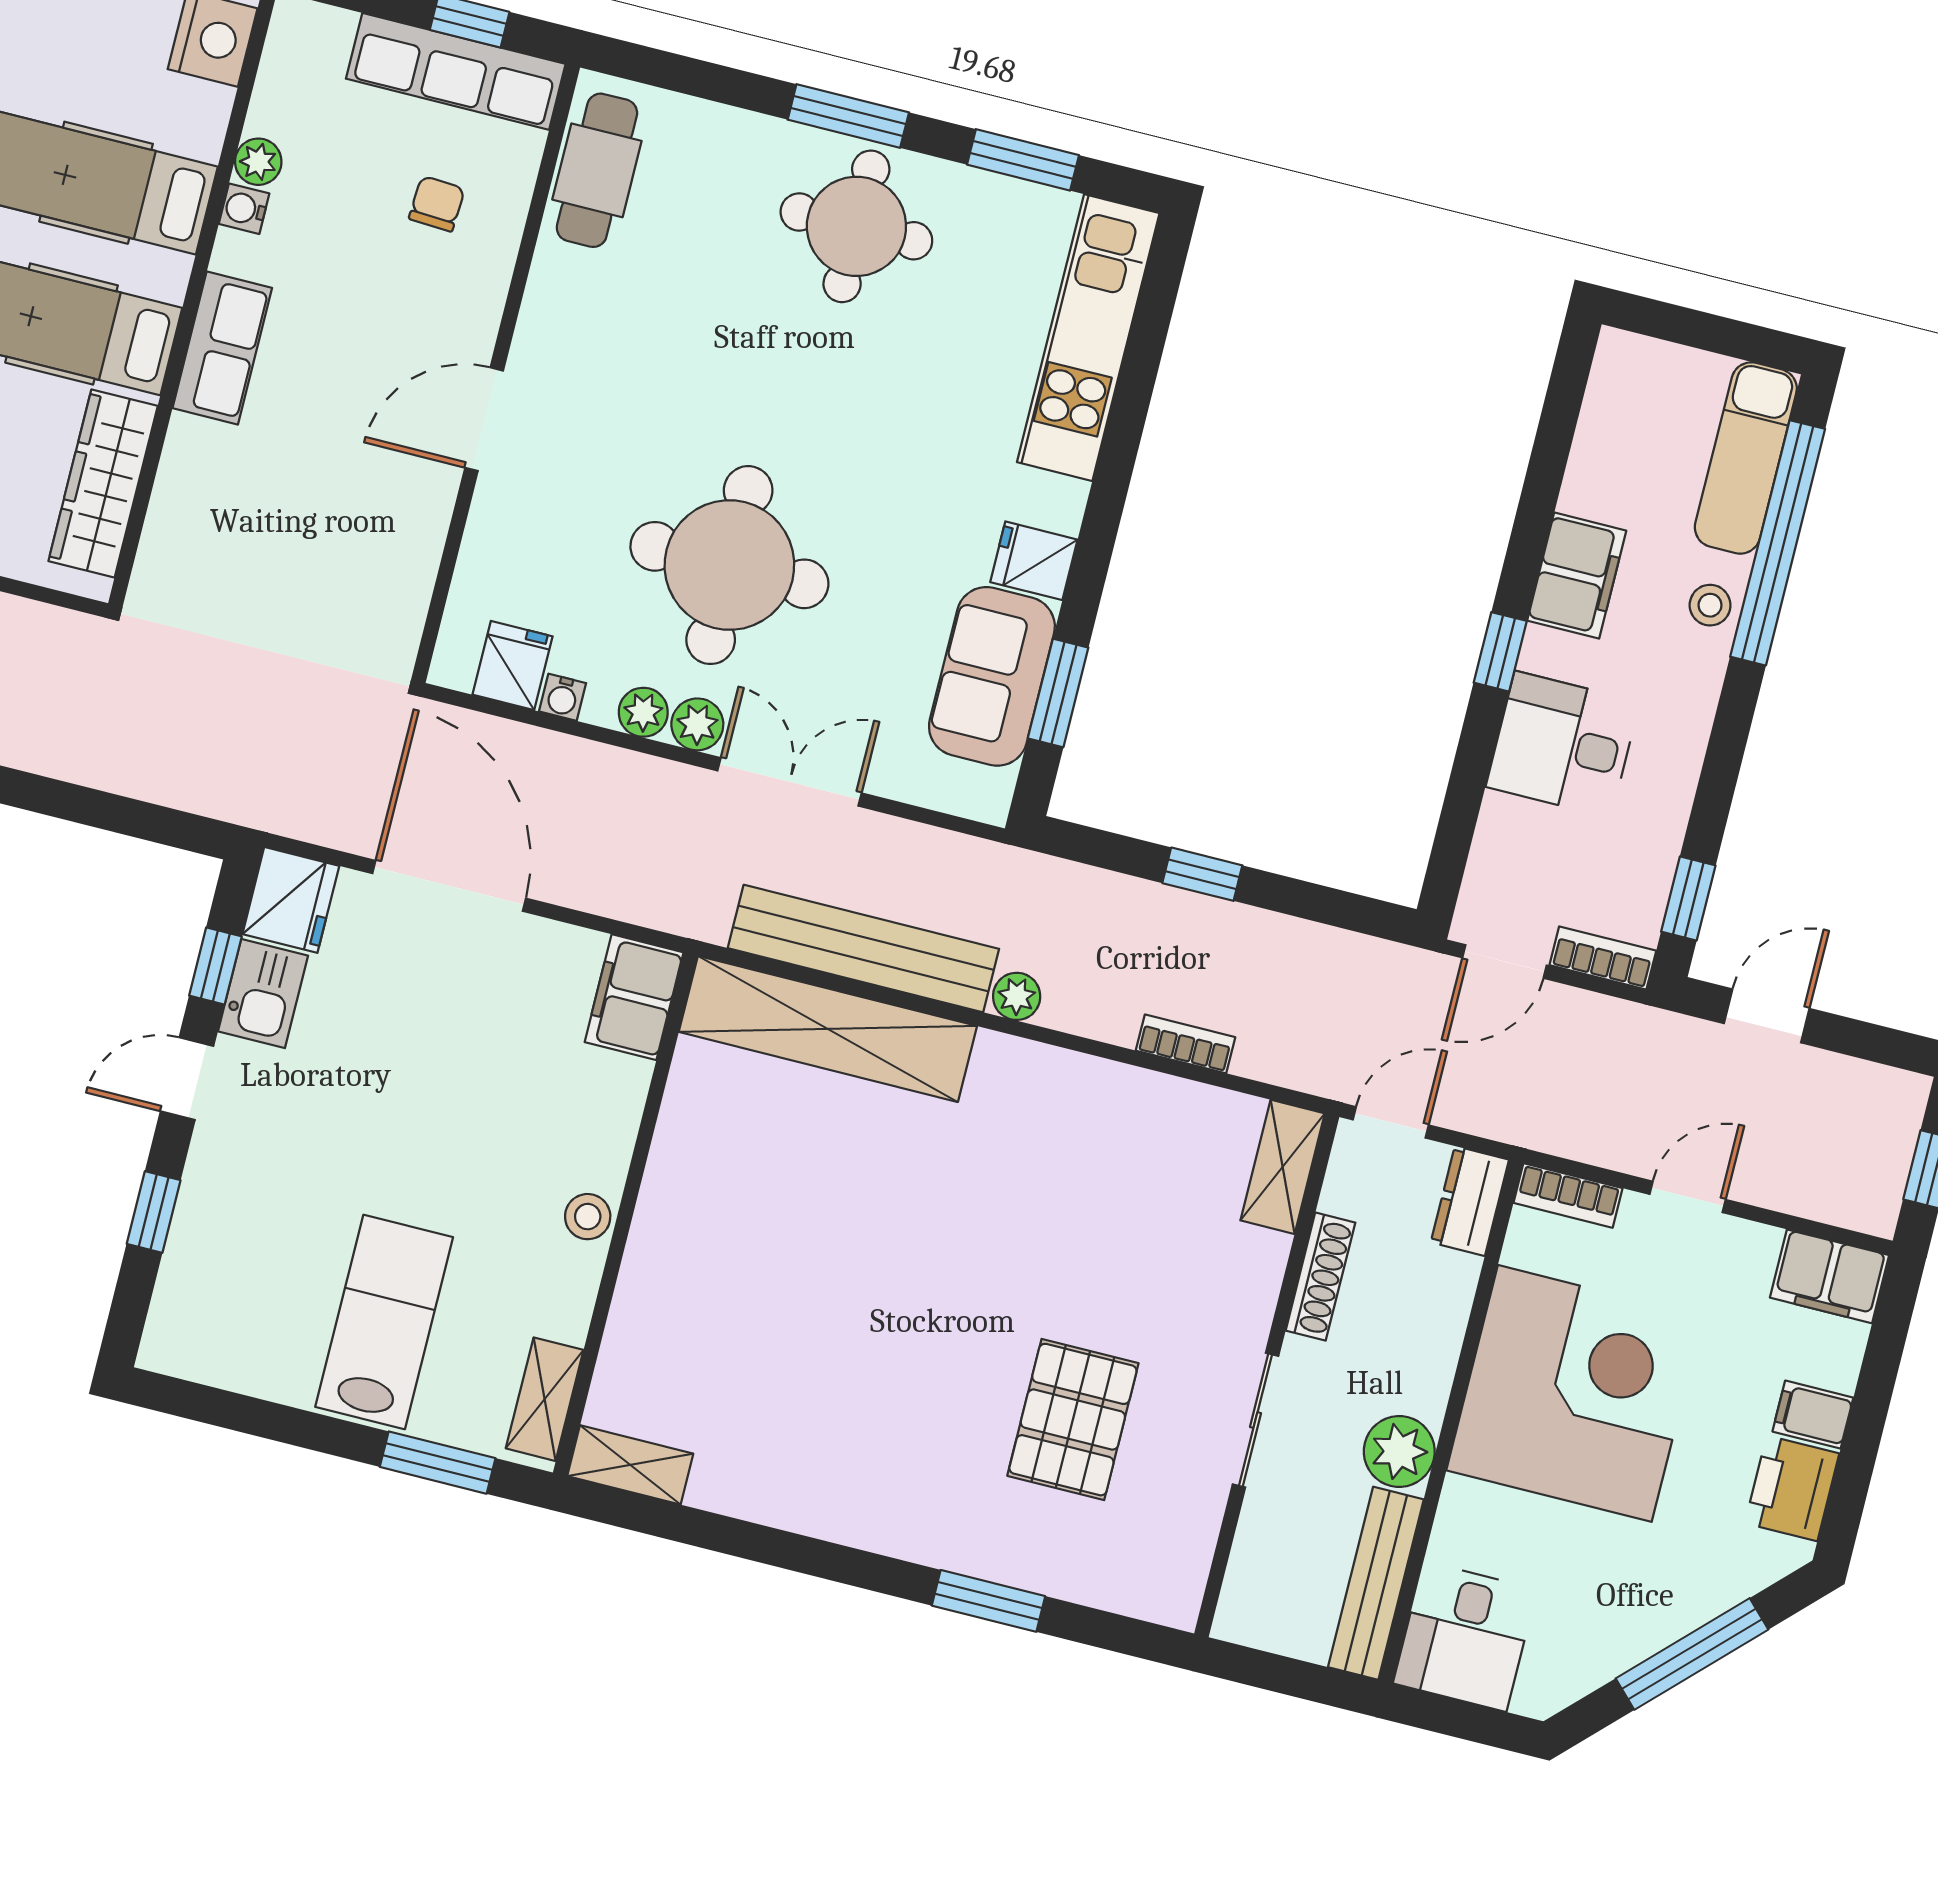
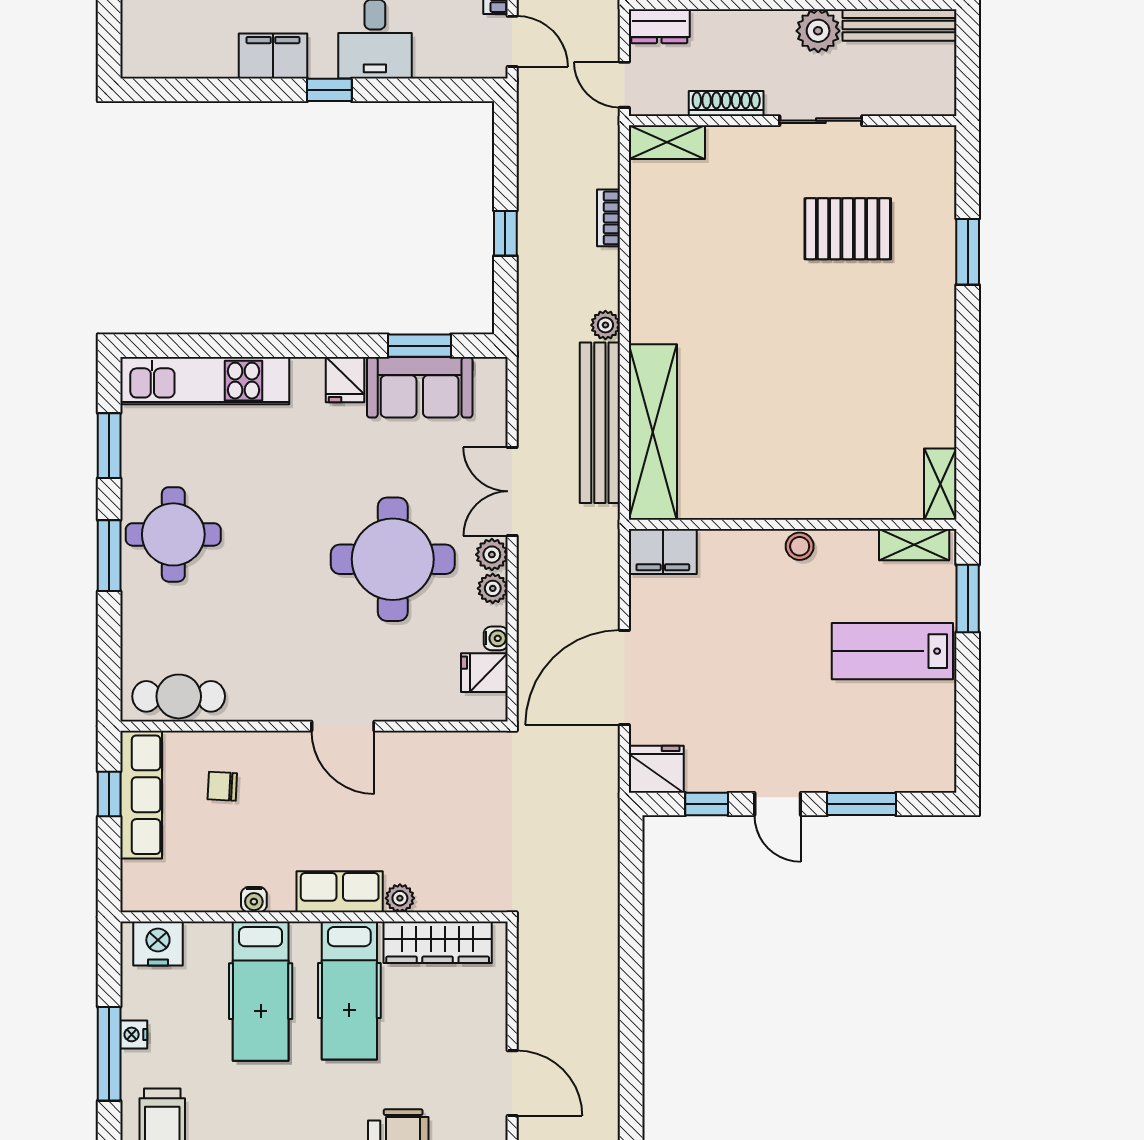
plant: (258, 162) -> (400, 898), moved
kitchen sink: (263, 994) -> (716, 772), removed
window: (154, 1212) -> (861, 804), width x1.50

